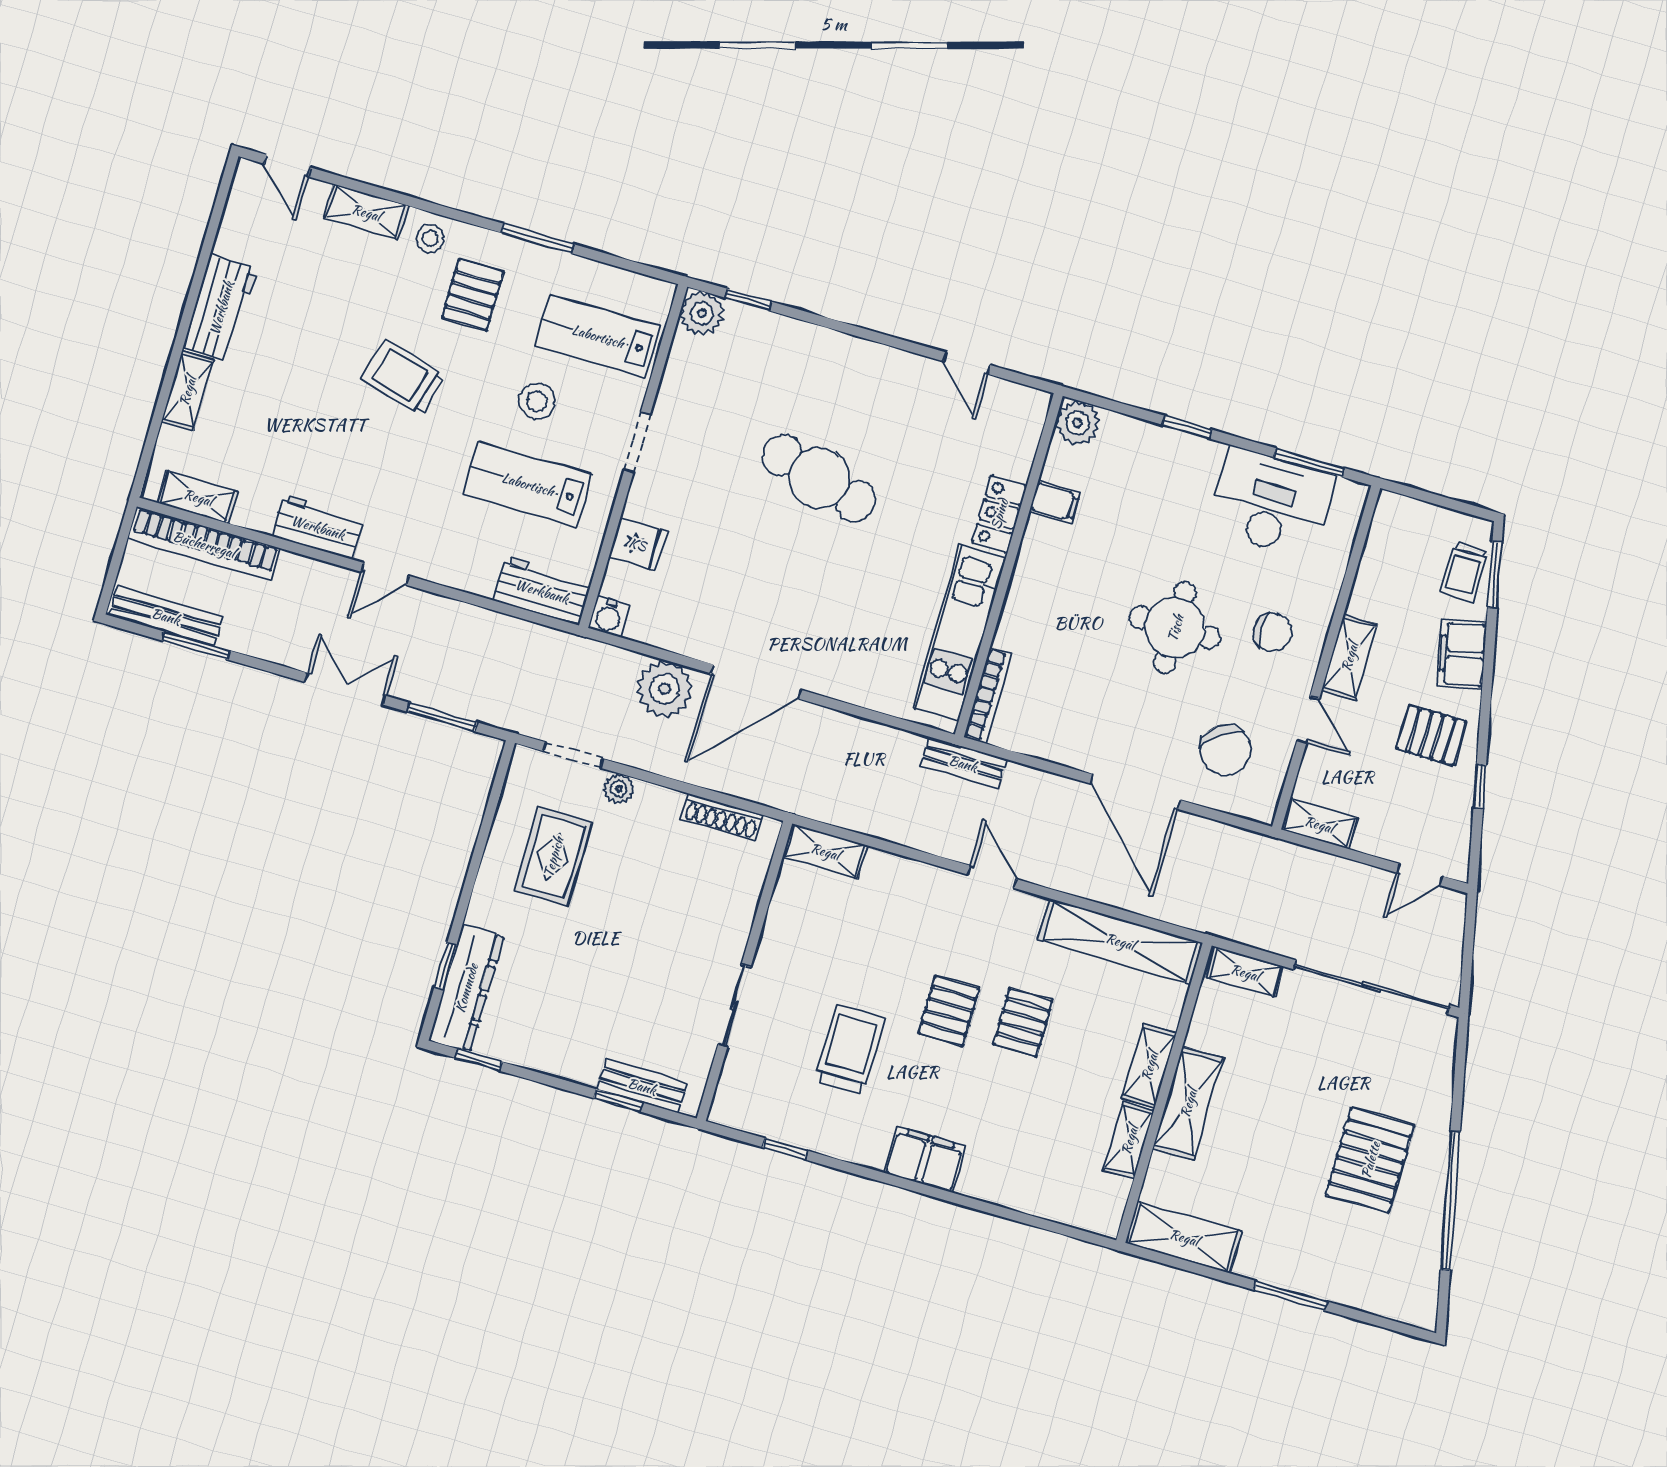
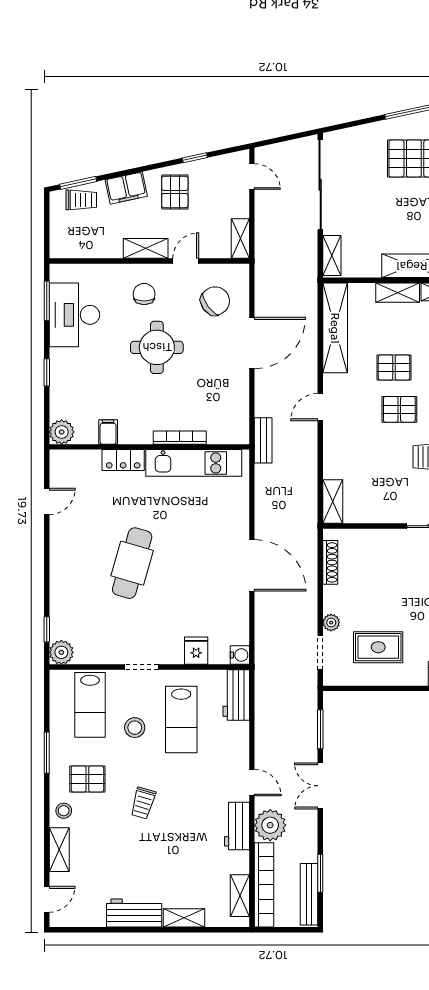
trolley: (404, 378) -> (143, 803), width x0.73, depth x0.72
plant: (664, 689) -> (270, 825), moved
bookcase: (988, 695) -> (180, 438), moved

